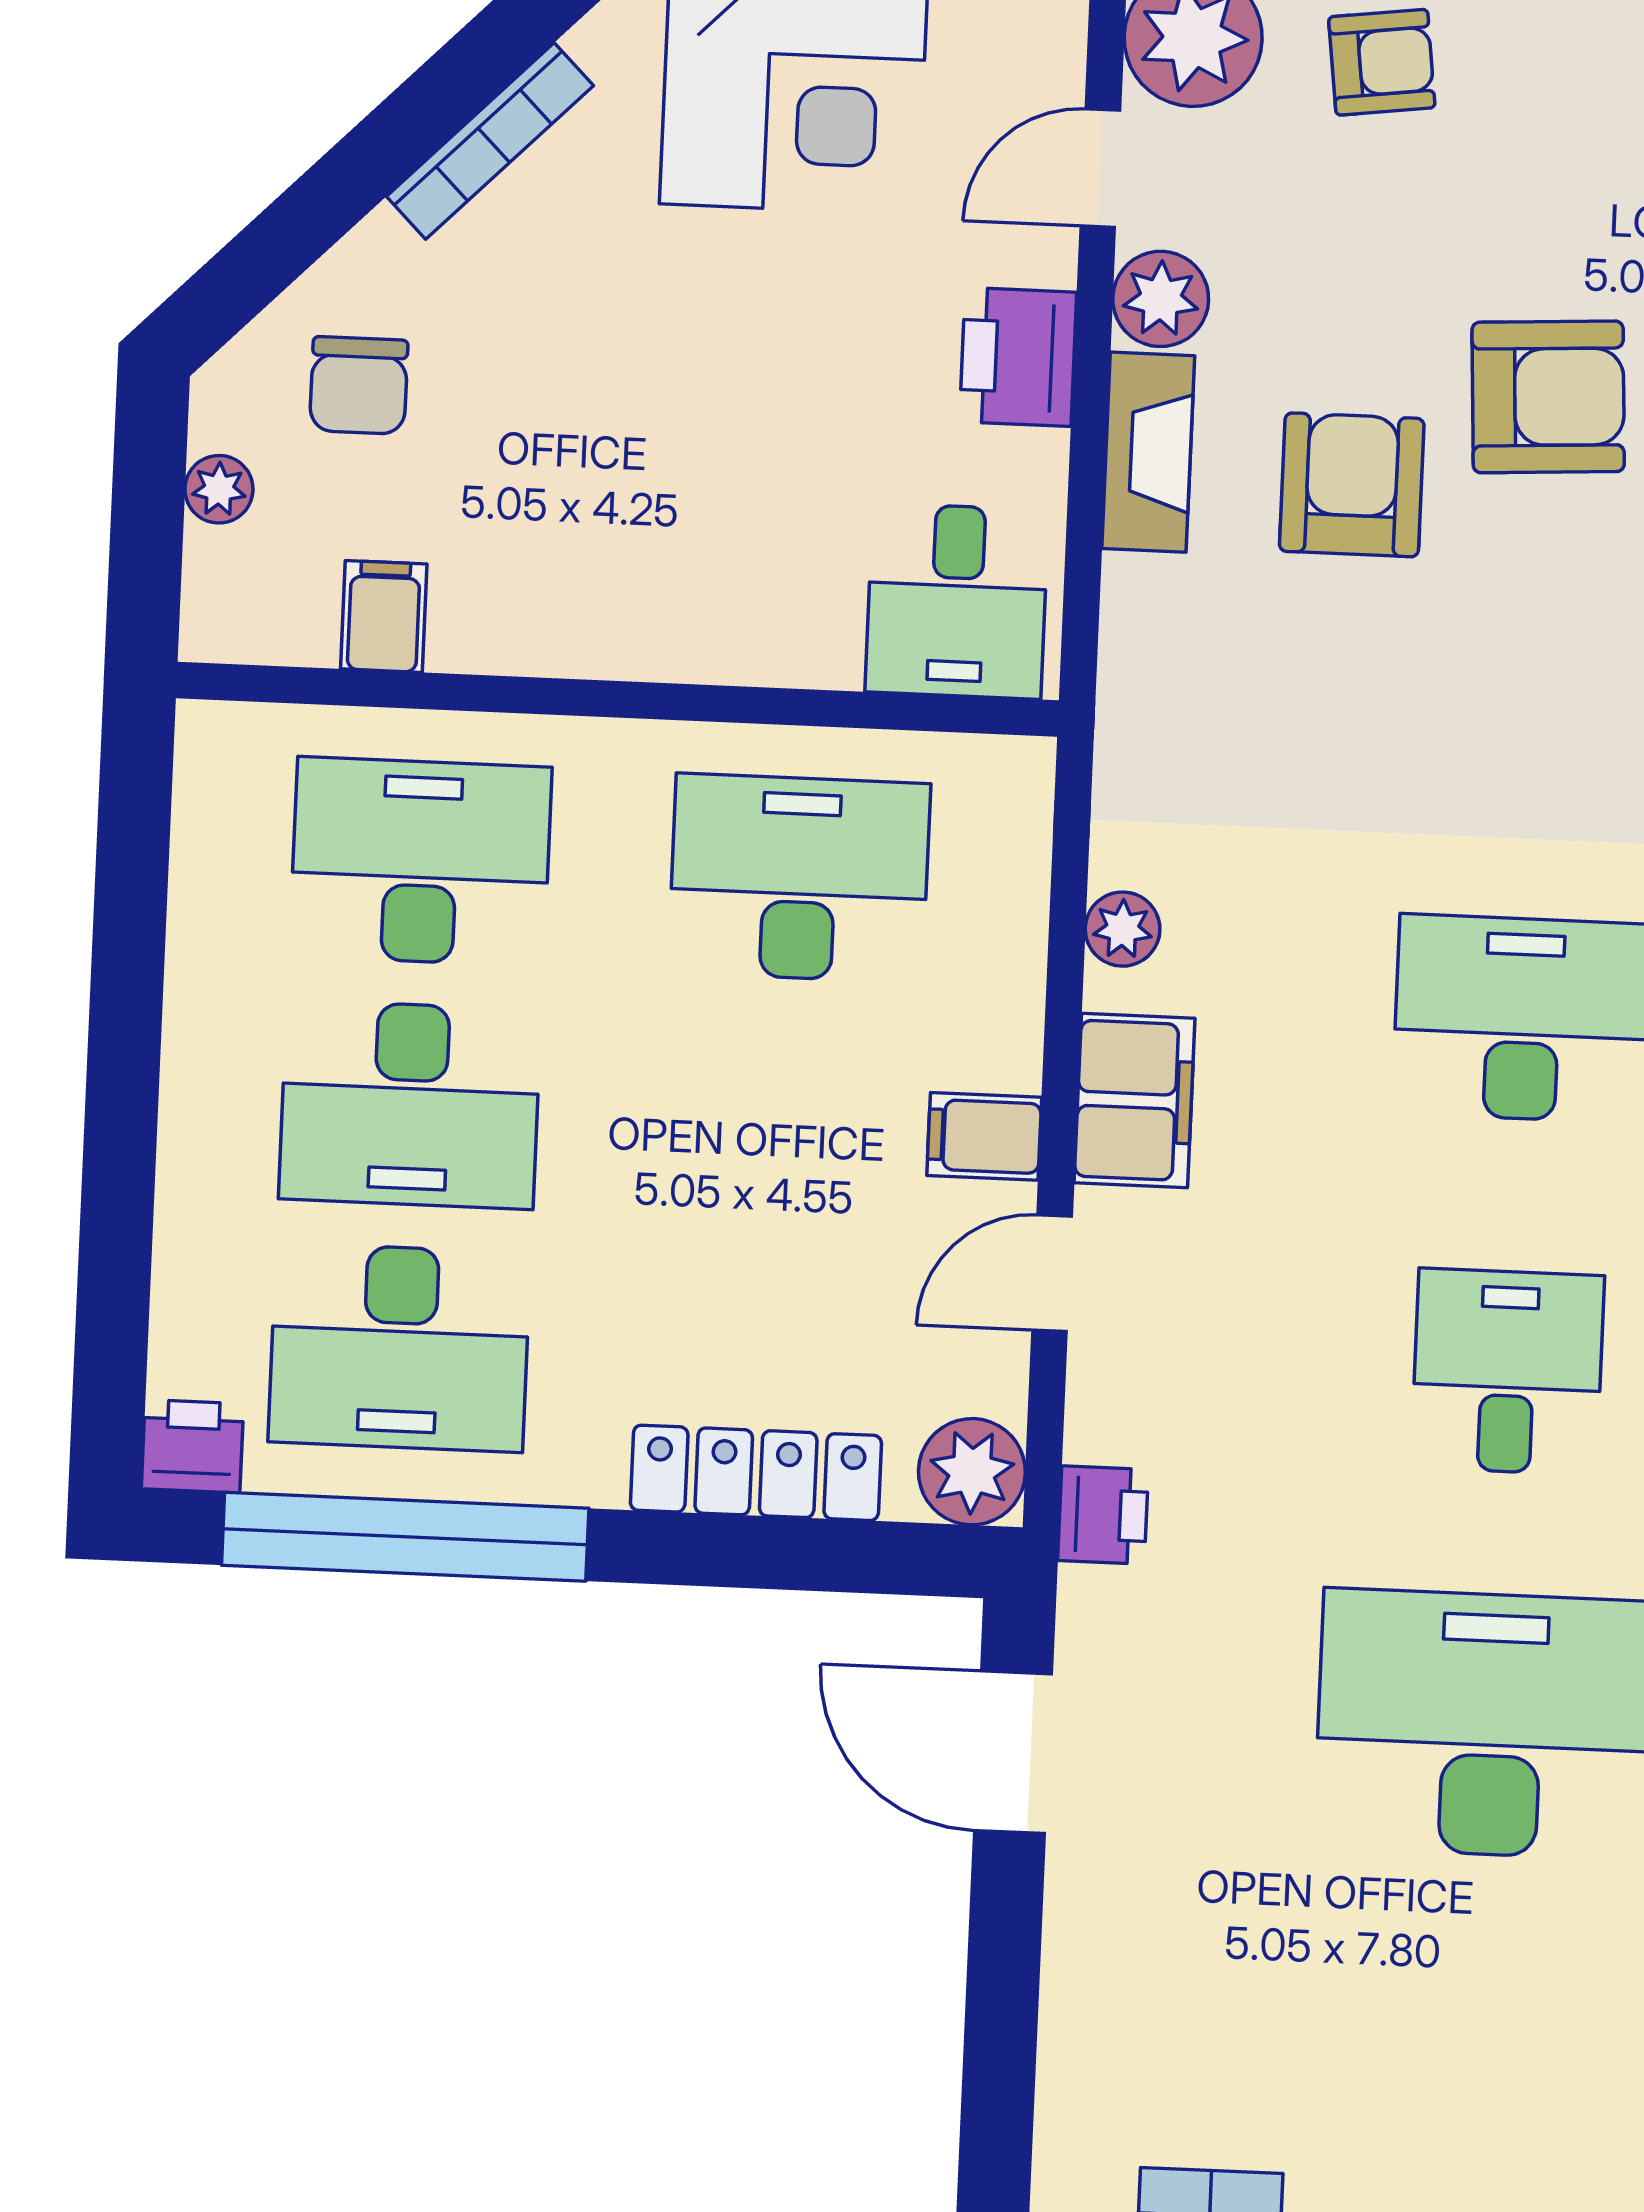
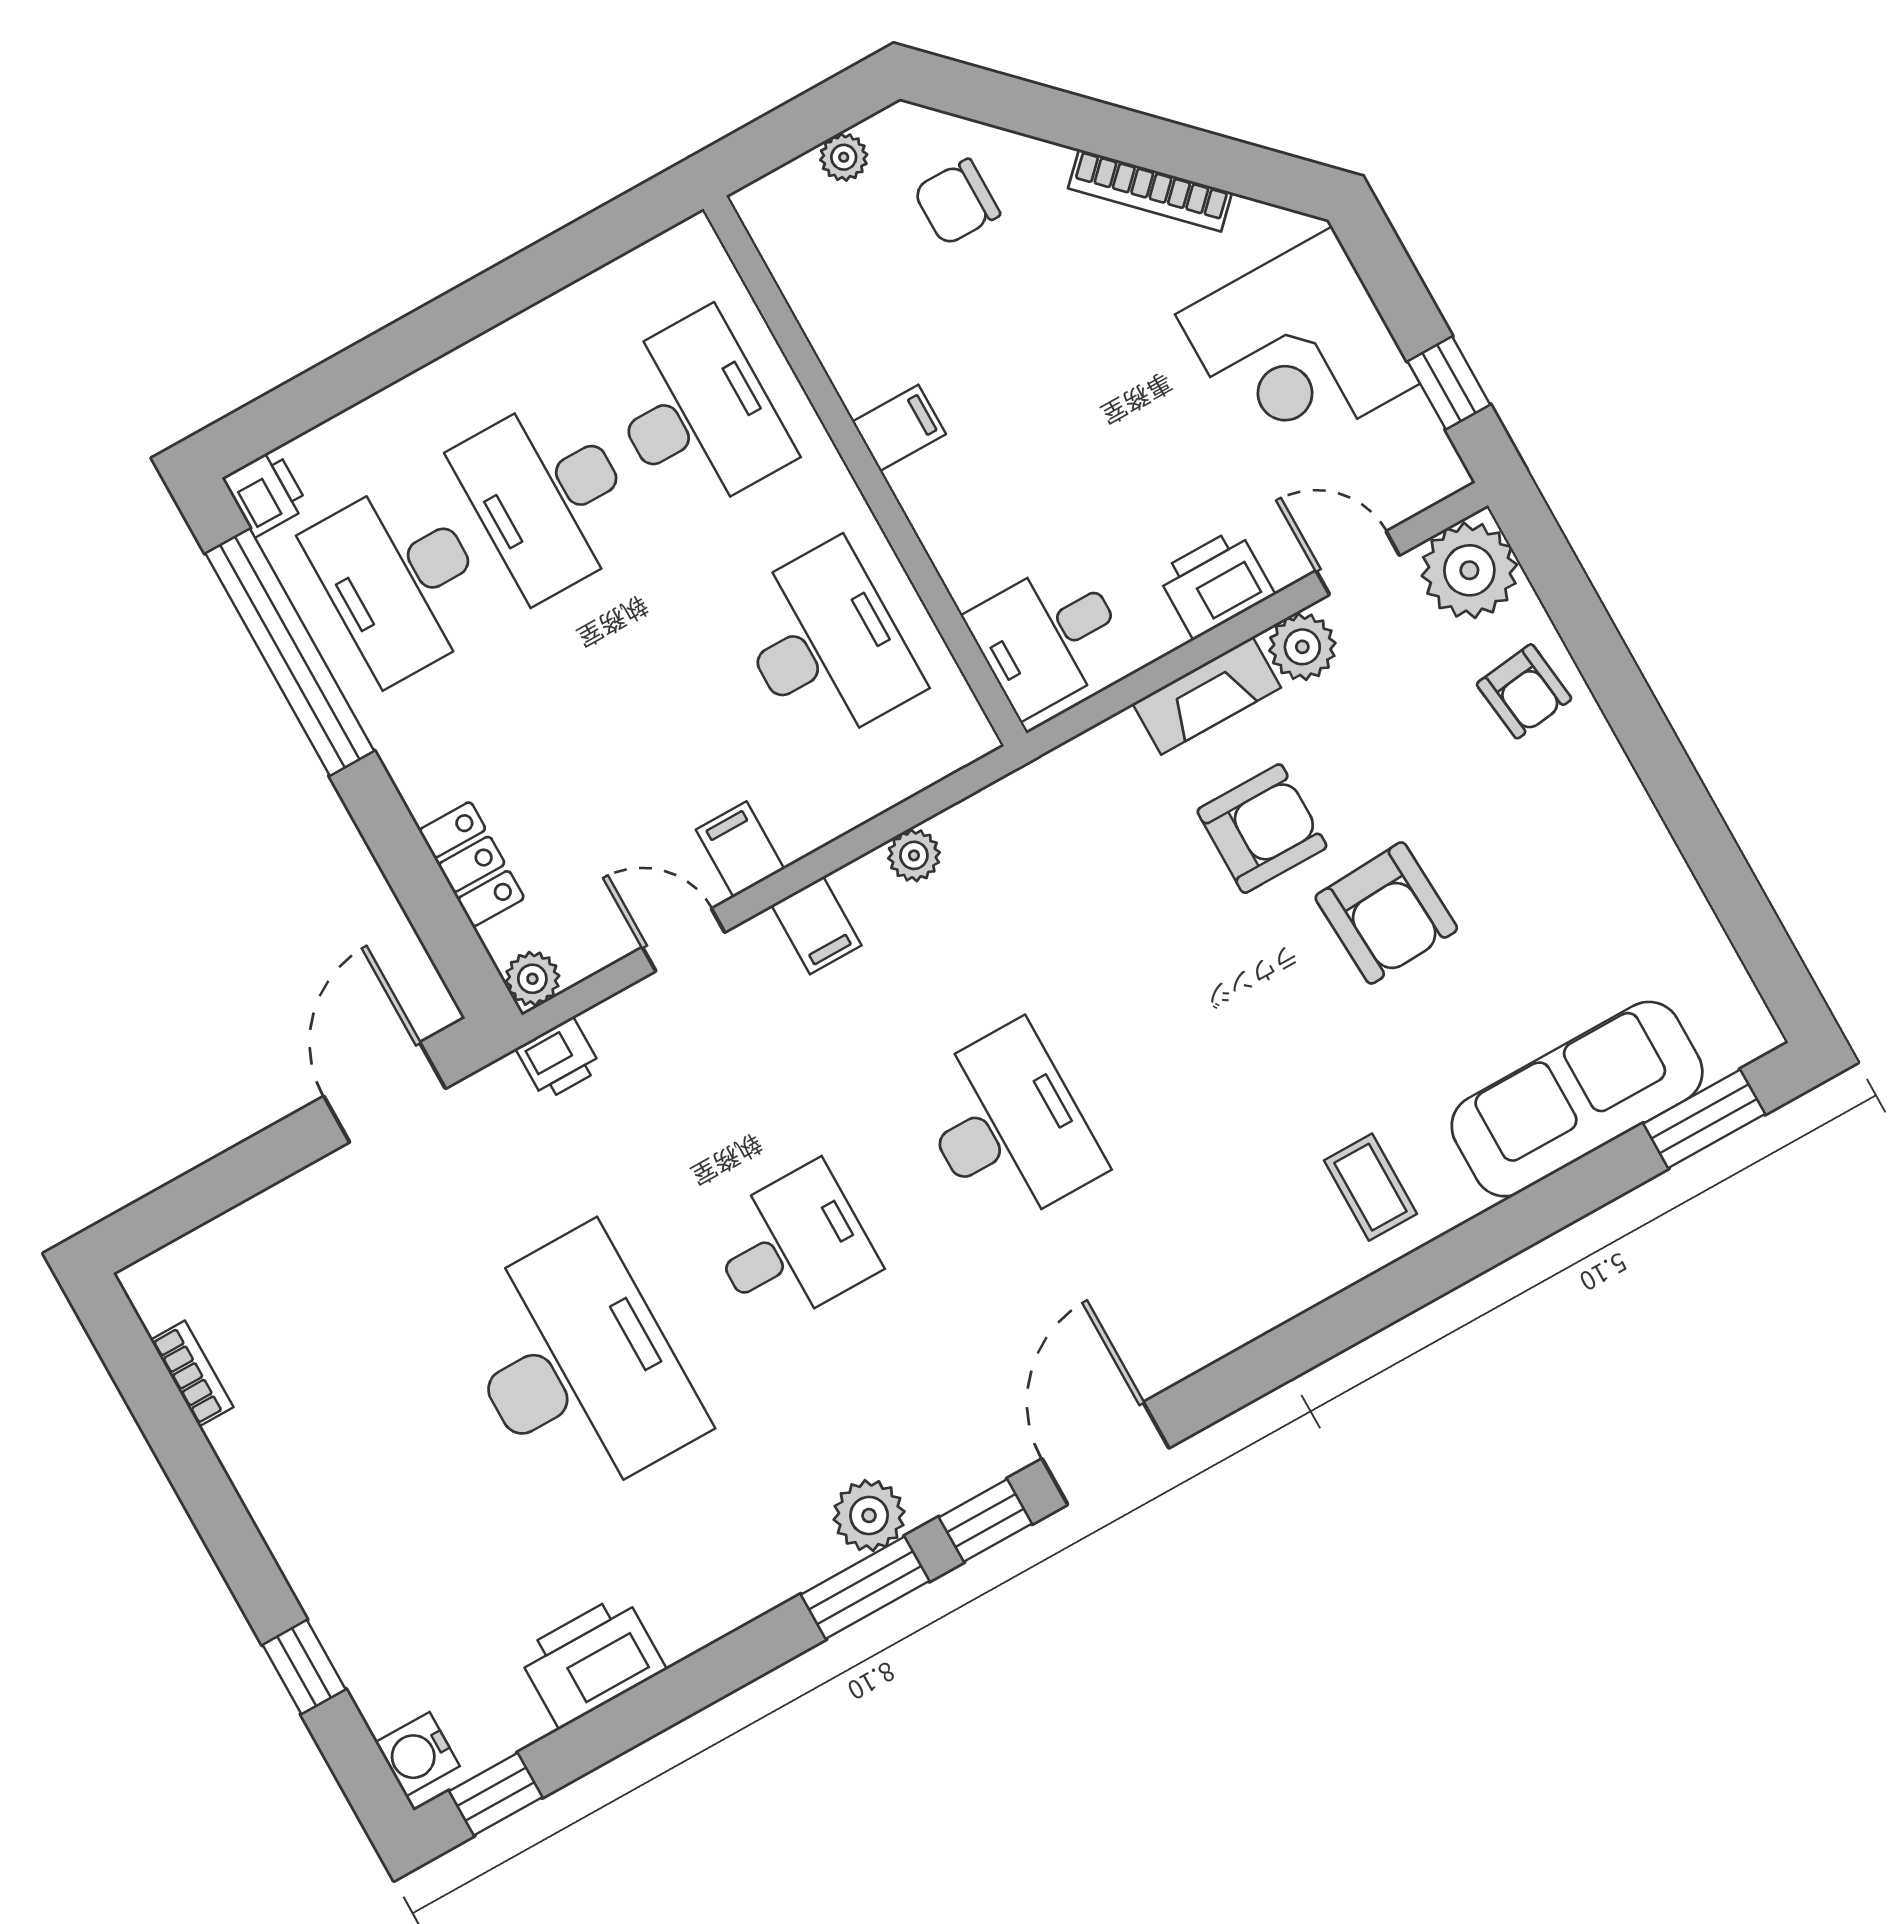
filing cabinet: (384, 616) -> (899, 428), moved
filing cabinet: (1135, 1101) -> (816, 925), width x0.50
plant: (972, 1472) -> (532, 979), width x0.73, depth x0.73
locker: (756, 1473) -> (472, 864), width x0.66

